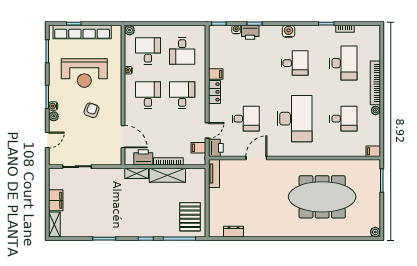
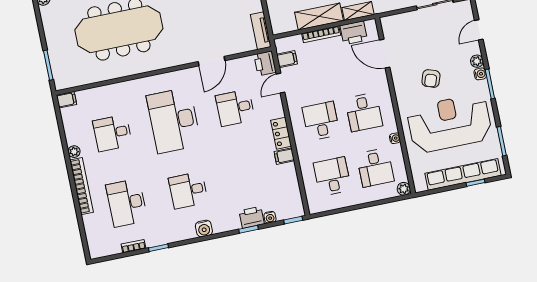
reception desk: (84, 73) -> (450, 123), width x1.36, depth x1.30
desk: (182, 95) -> (321, 121), turned 180

